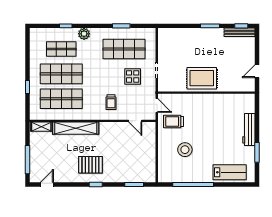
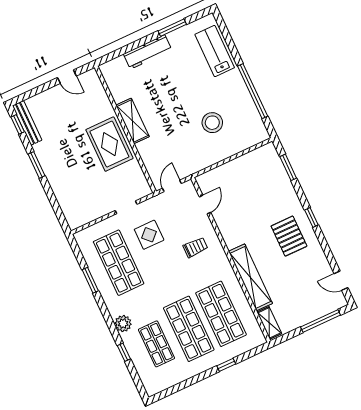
shelving: (210, 100) -> (133, 121), added
trolley: (173, 121) -> (183, 155), removed

